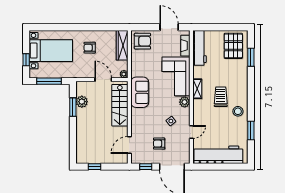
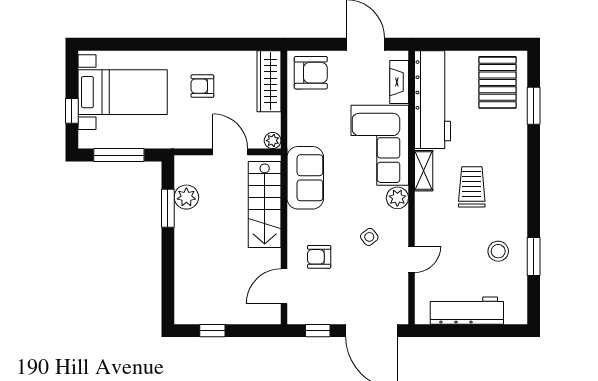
workbench: (199, 48) -> (432, 100), width x1.36, depth x1.32
stool: (238, 111) -> (498, 251), moved
armchair: (159, 144) -> (319, 257), moved
workbench: (218, 155) -> (467, 311), width x0.73, depth x0.76

